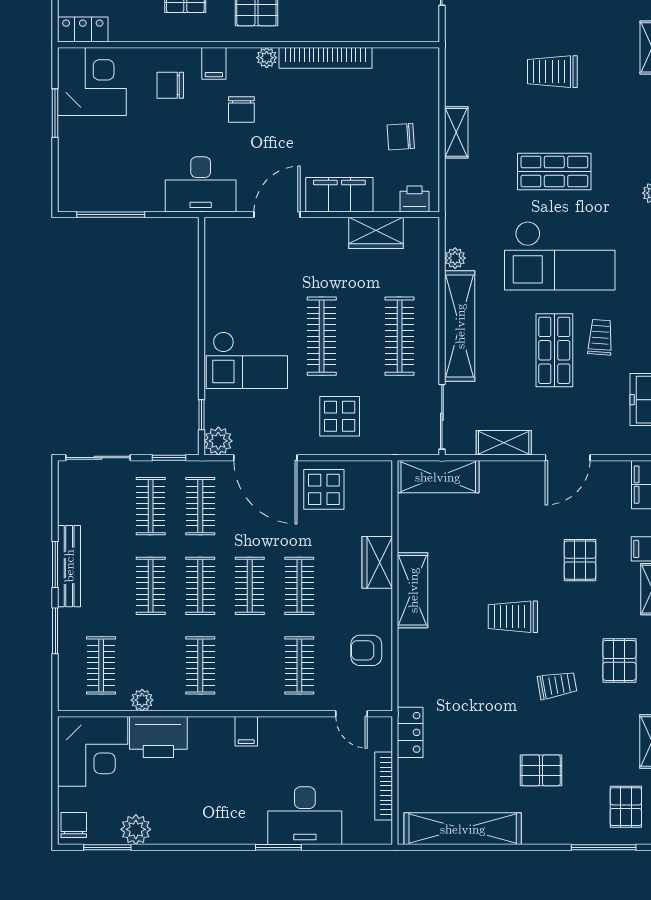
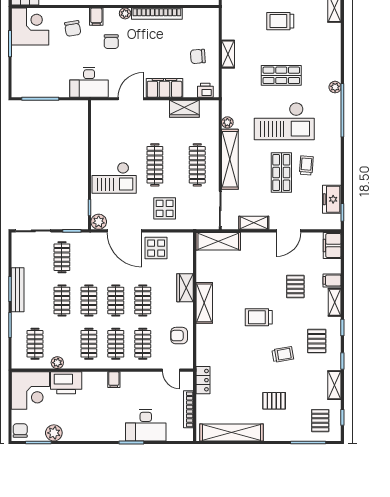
chair: (170, 85) -> (73, 29), turned -99
clothes rail: (200, 506) -> (116, 344), moved

